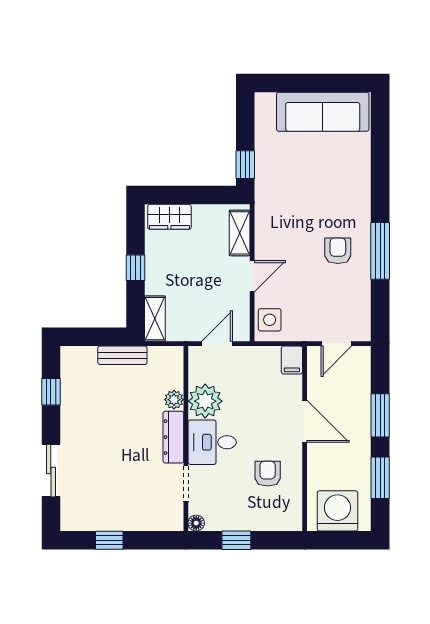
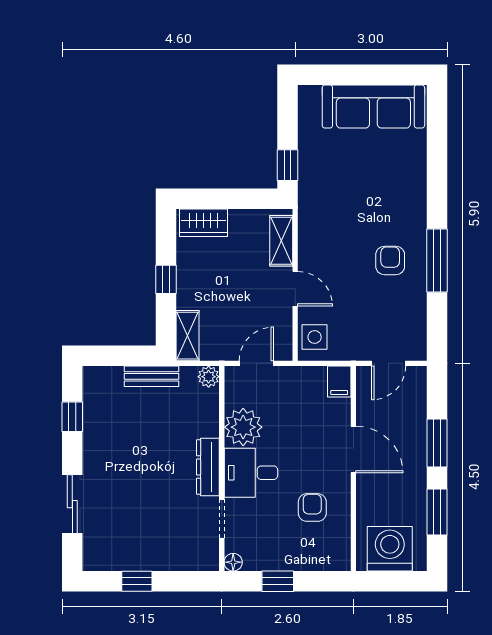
door: (252, 276) -> (295, 289), hinge flipped
plant: (174, 400) -> (209, 377), moved

